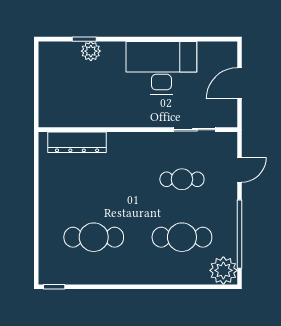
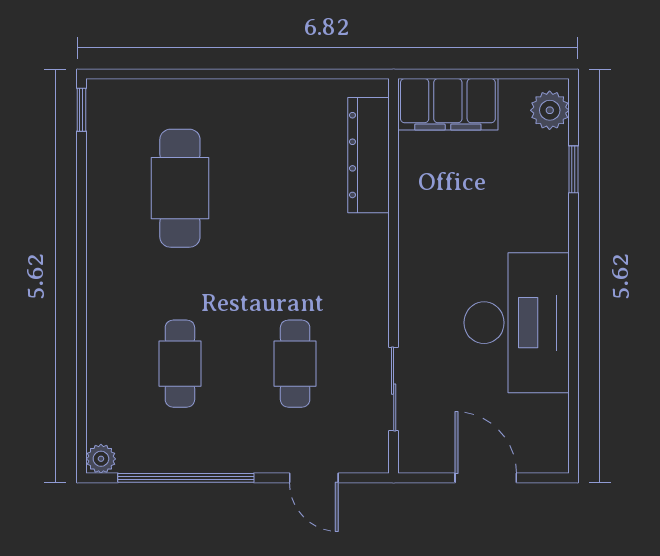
plant: (91, 51) -> (550, 110), moved
filing cabinet: (51, 102) -> (448, 104), added
cafe table: (182, 237) -> (180, 364), width x0.73, depth x0.74
plant: (223, 270) -> (101, 459), width x0.53, depth x0.53

